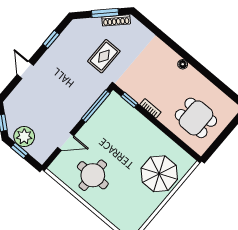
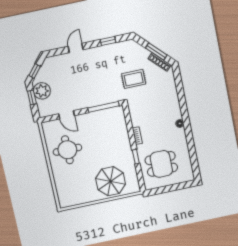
window: (129, 100) -> (136, 157), moved
dining table: (196, 118) -> (161, 164), turned 90

